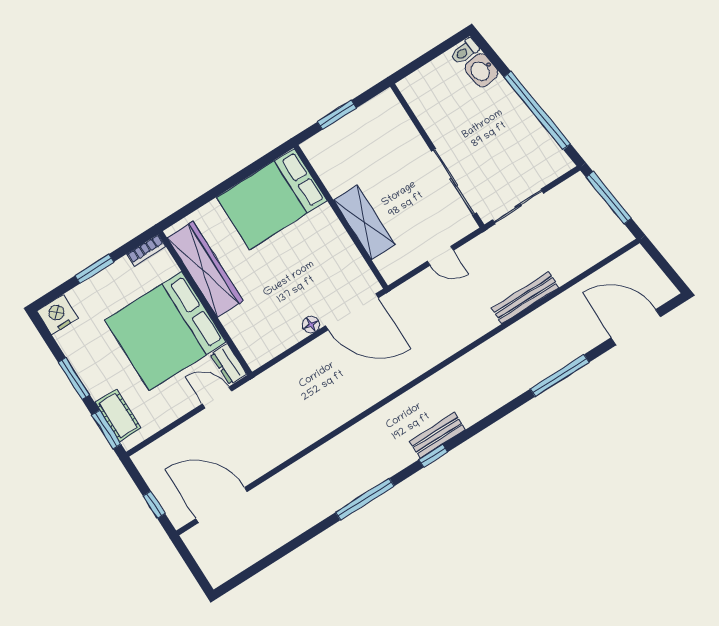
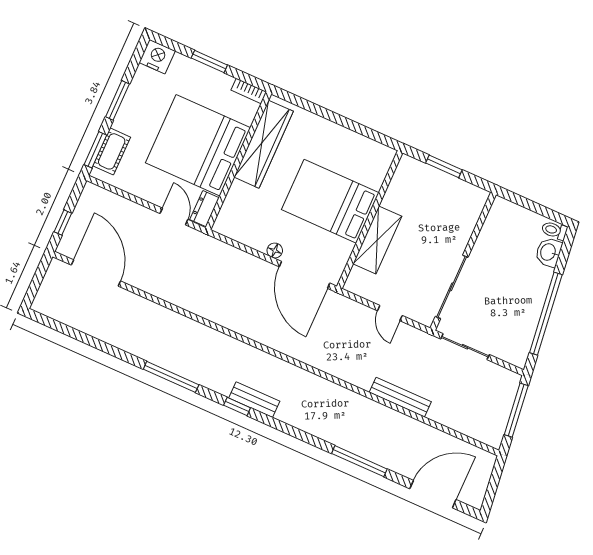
bed: (272, 199) -> (330, 201), moved
door: (636, 327) -> (433, 494), hinge flipped

